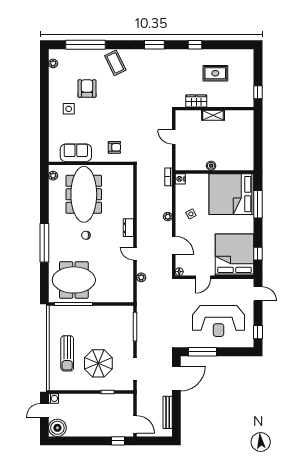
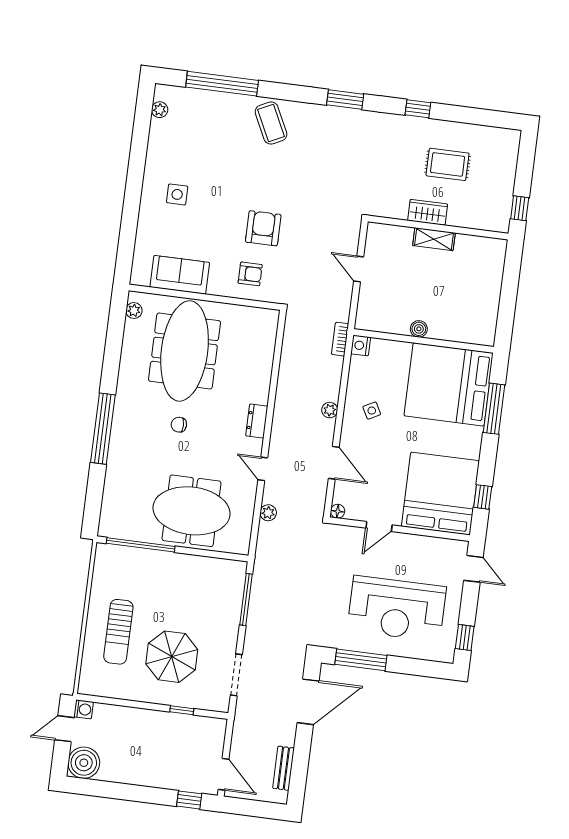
armchair: (87, 88) -> (263, 228), moved
wardrobe: (196, 101) -> (428, 212), moved
meeting table: (74, 280) -> (192, 511), moved
bench: (168, 412) -> (283, 768), width x0.73

